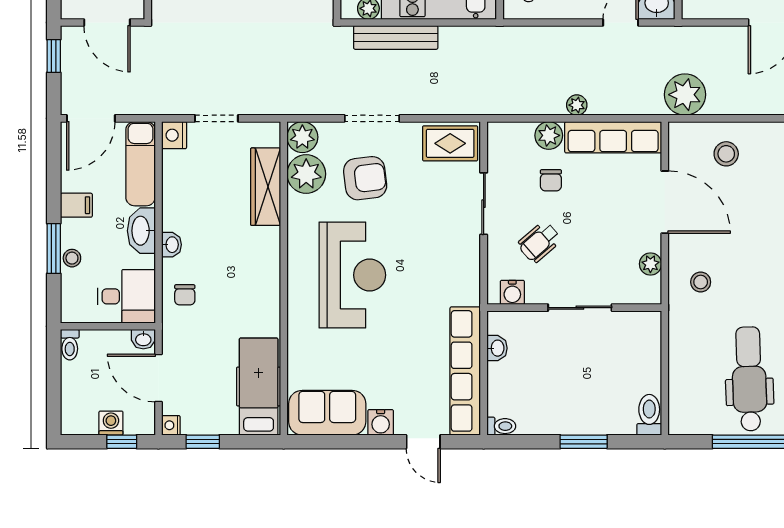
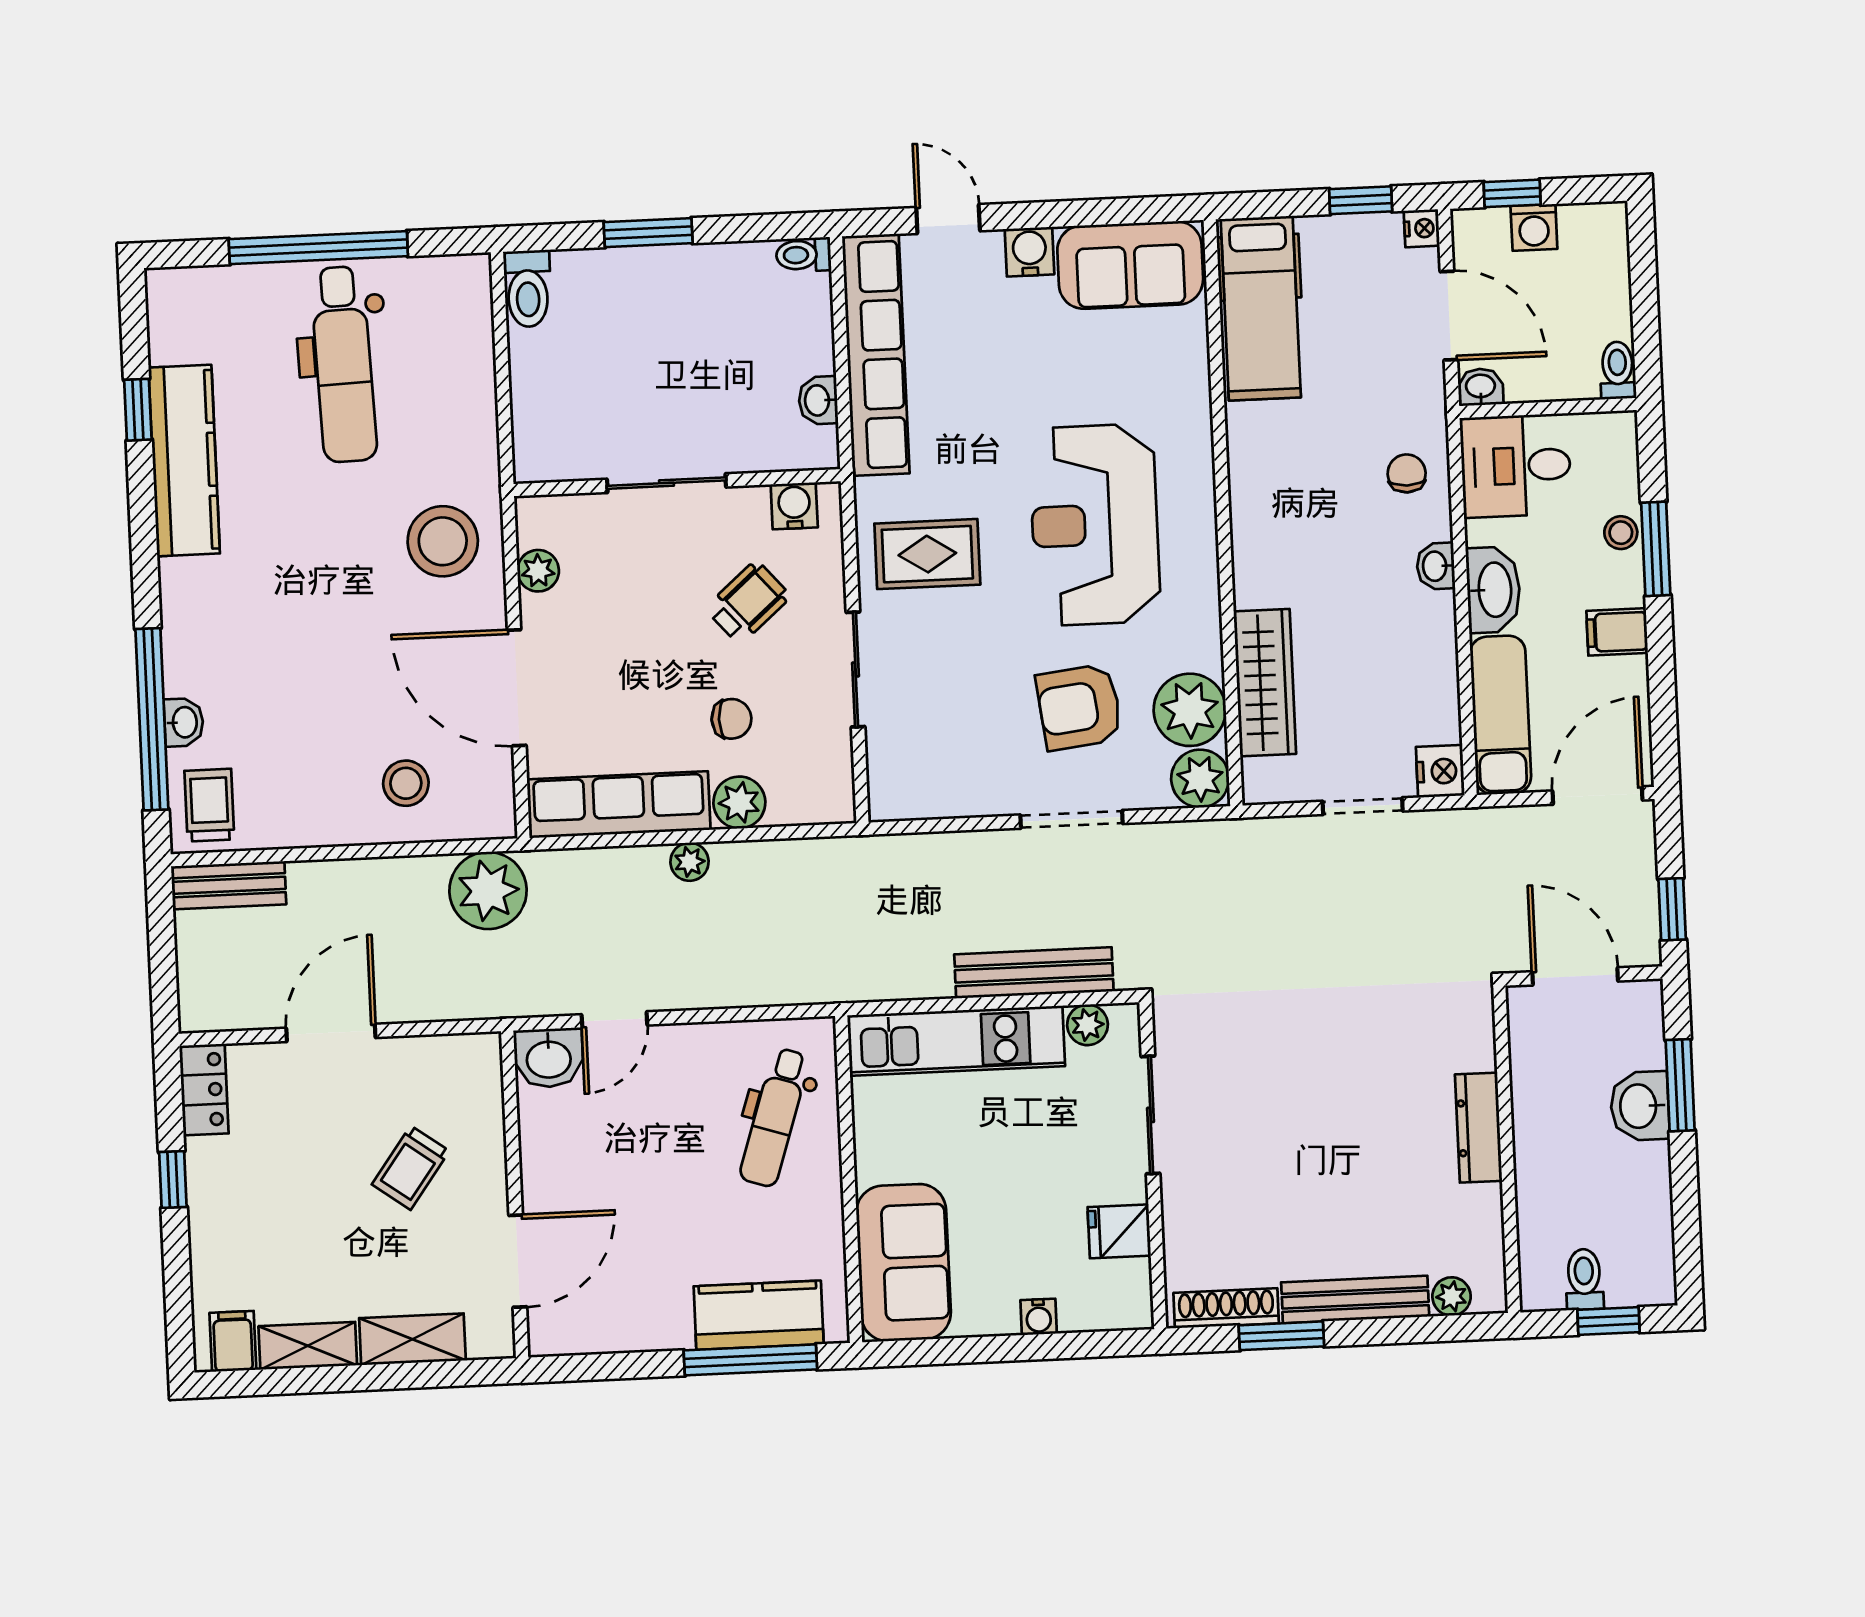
rug: (450, 143) -> (927, 554), moved
chair: (551, 180) -> (732, 719), turned 90
stool: (701, 282) -> (443, 541), width x1.89, depth x1.89

